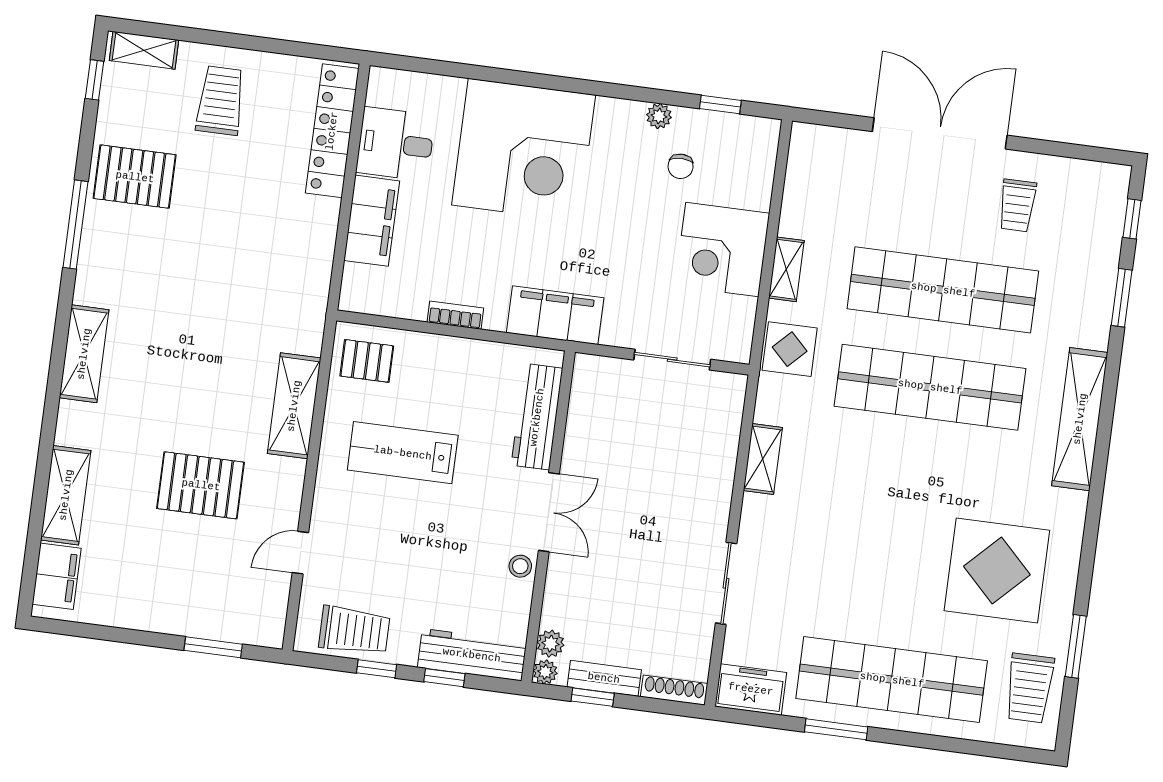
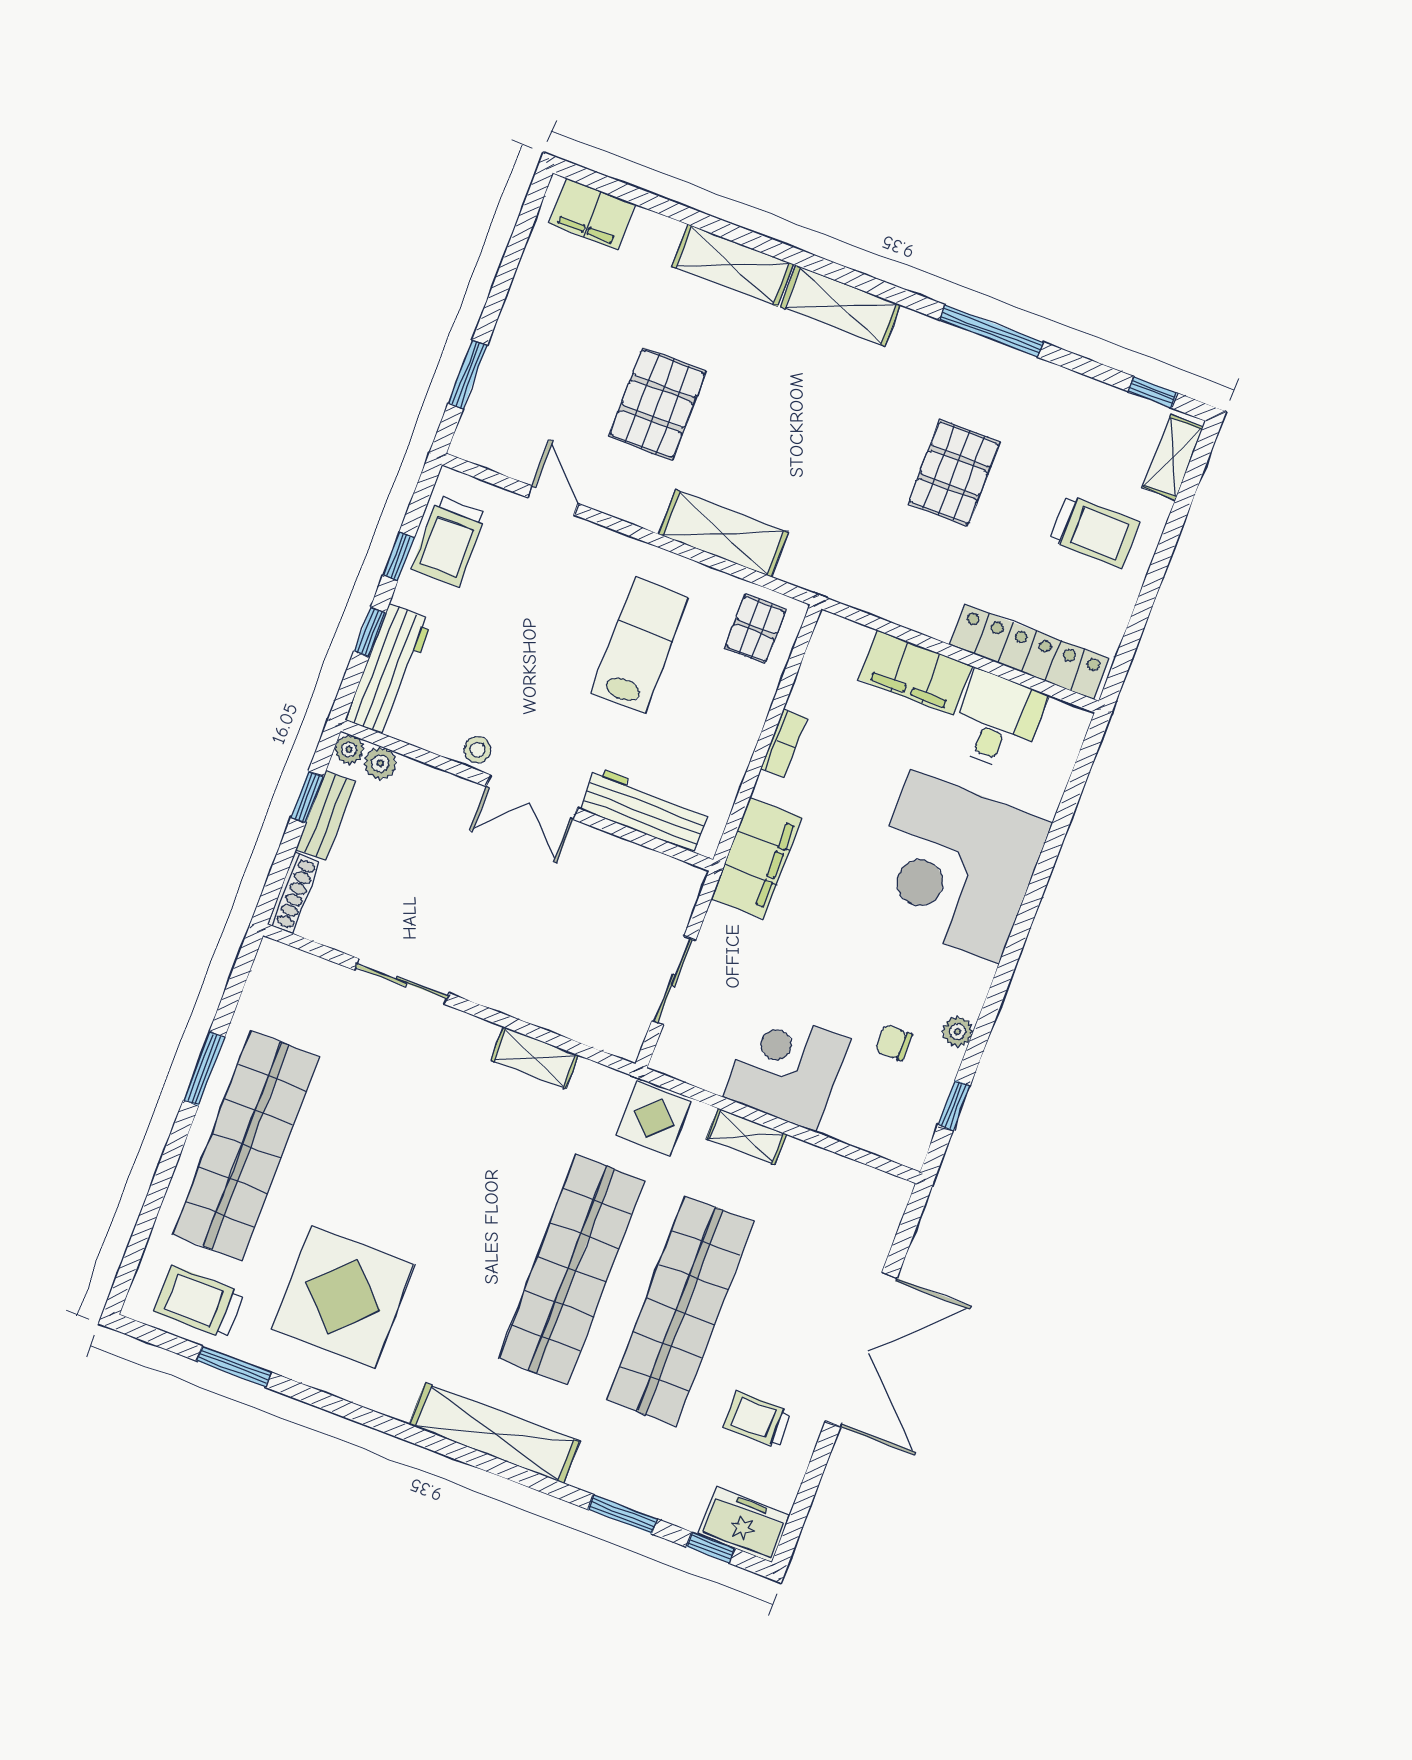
pallet: (135, 177) -> (954, 473), moved
shelving: (66, 495) -> (733, 265), moved
freezer: (751, 689) -> (744, 1525), moved, turned -90

